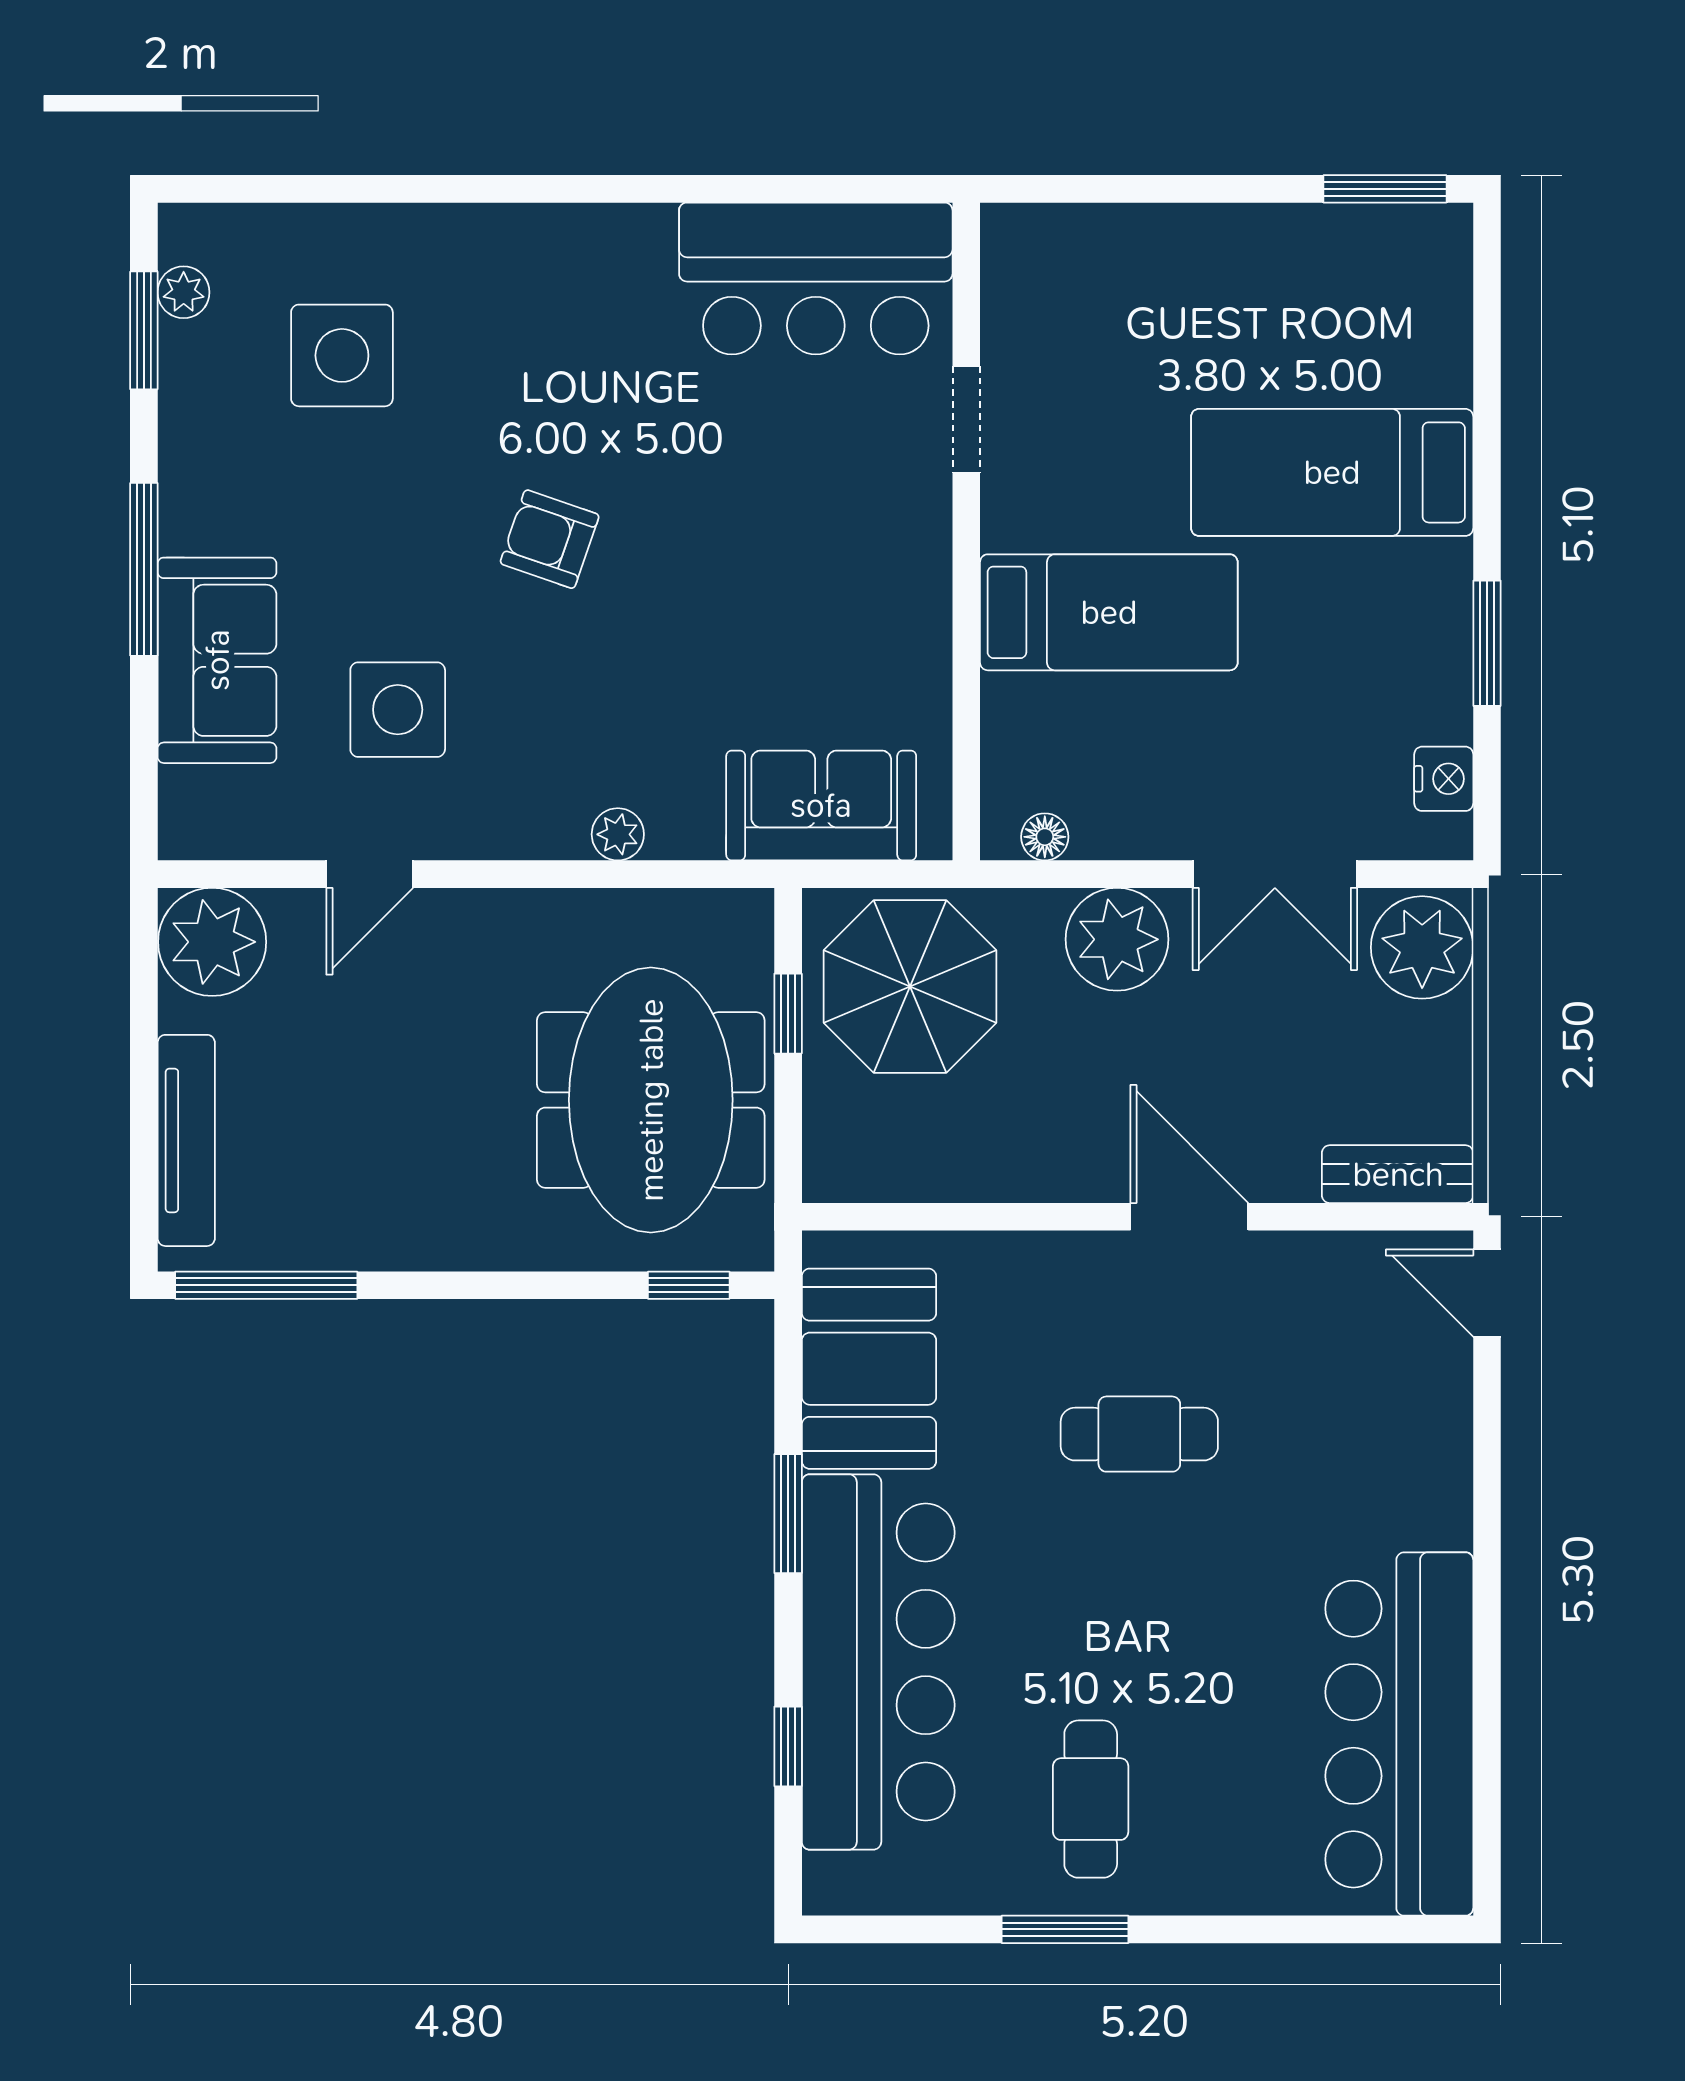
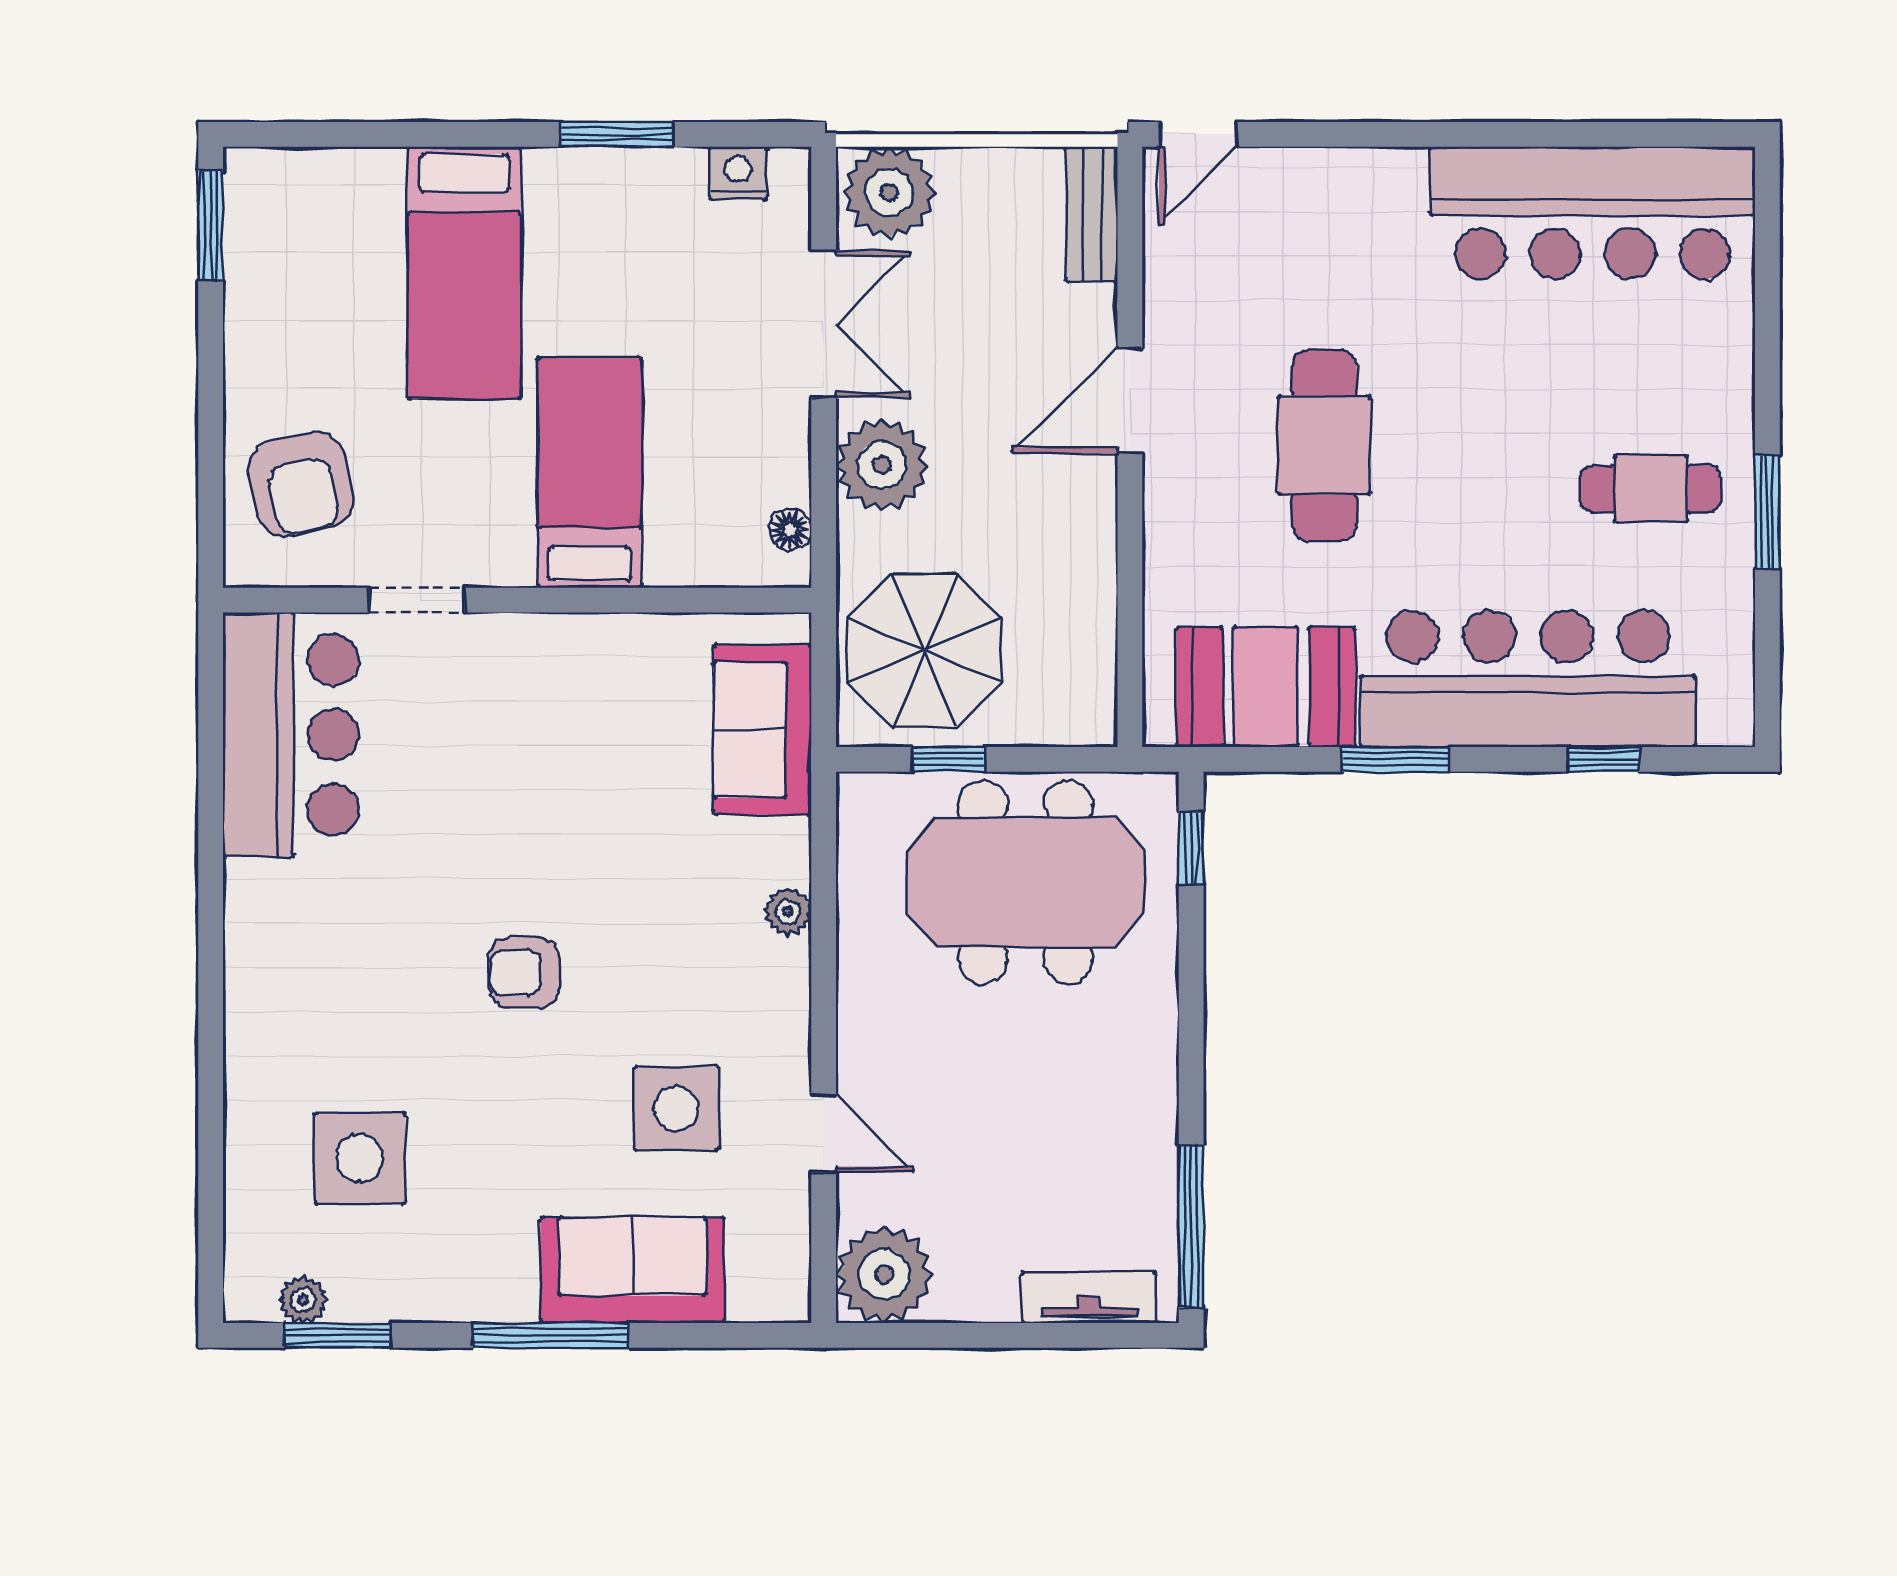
armchair: (1095, 290) -> (301, 485), added
armchair: (550, 539) -> (524, 973), turned 71
tv unit: (186, 1140) -> (1089, 1298), width x0.71
cafe table: (1139, 1434) -> (1324, 445), width x1.37, depth x1.35

